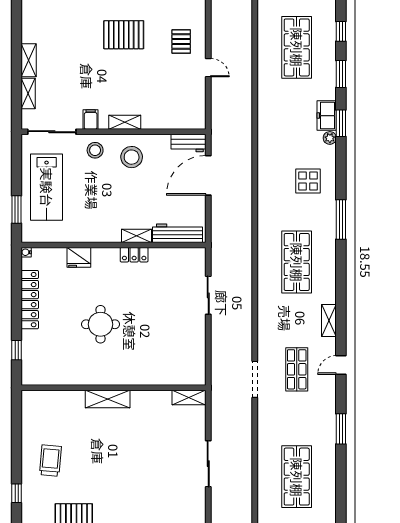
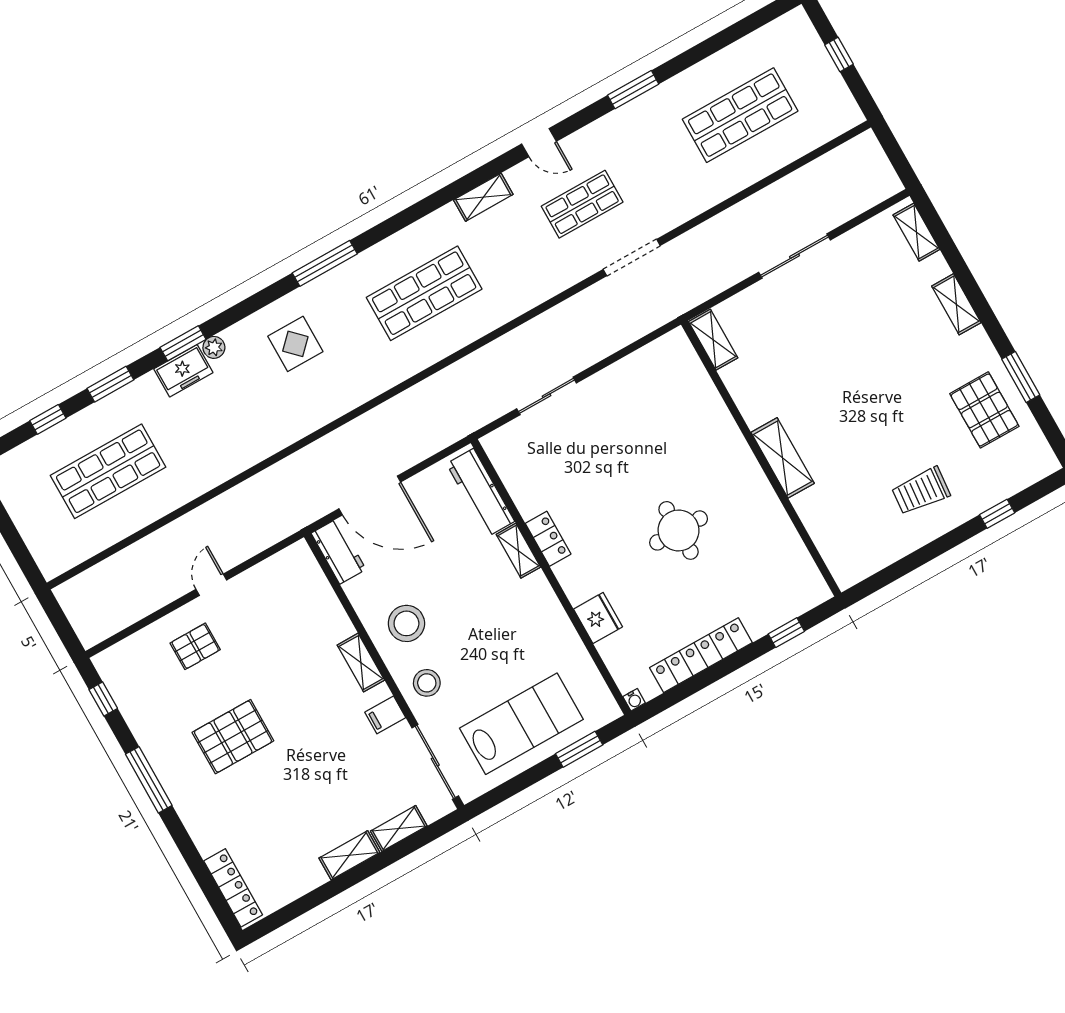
pallet: (124, 35) -> (233, 737), turned 90

